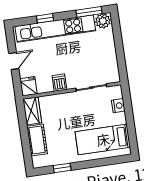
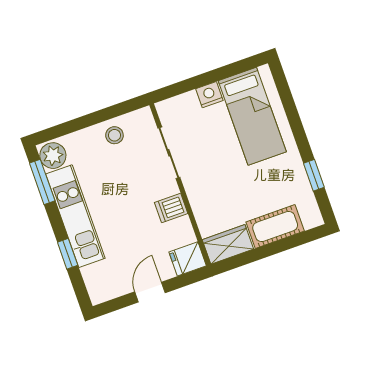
kitchen unit: (55, 29) -> (75, 216), width x0.73
stool: (107, 58) -> (114, 135), added
door: (14, 61) -> (150, 292), hinge flipped
nightstand: (118, 106) -> (209, 95), moved

